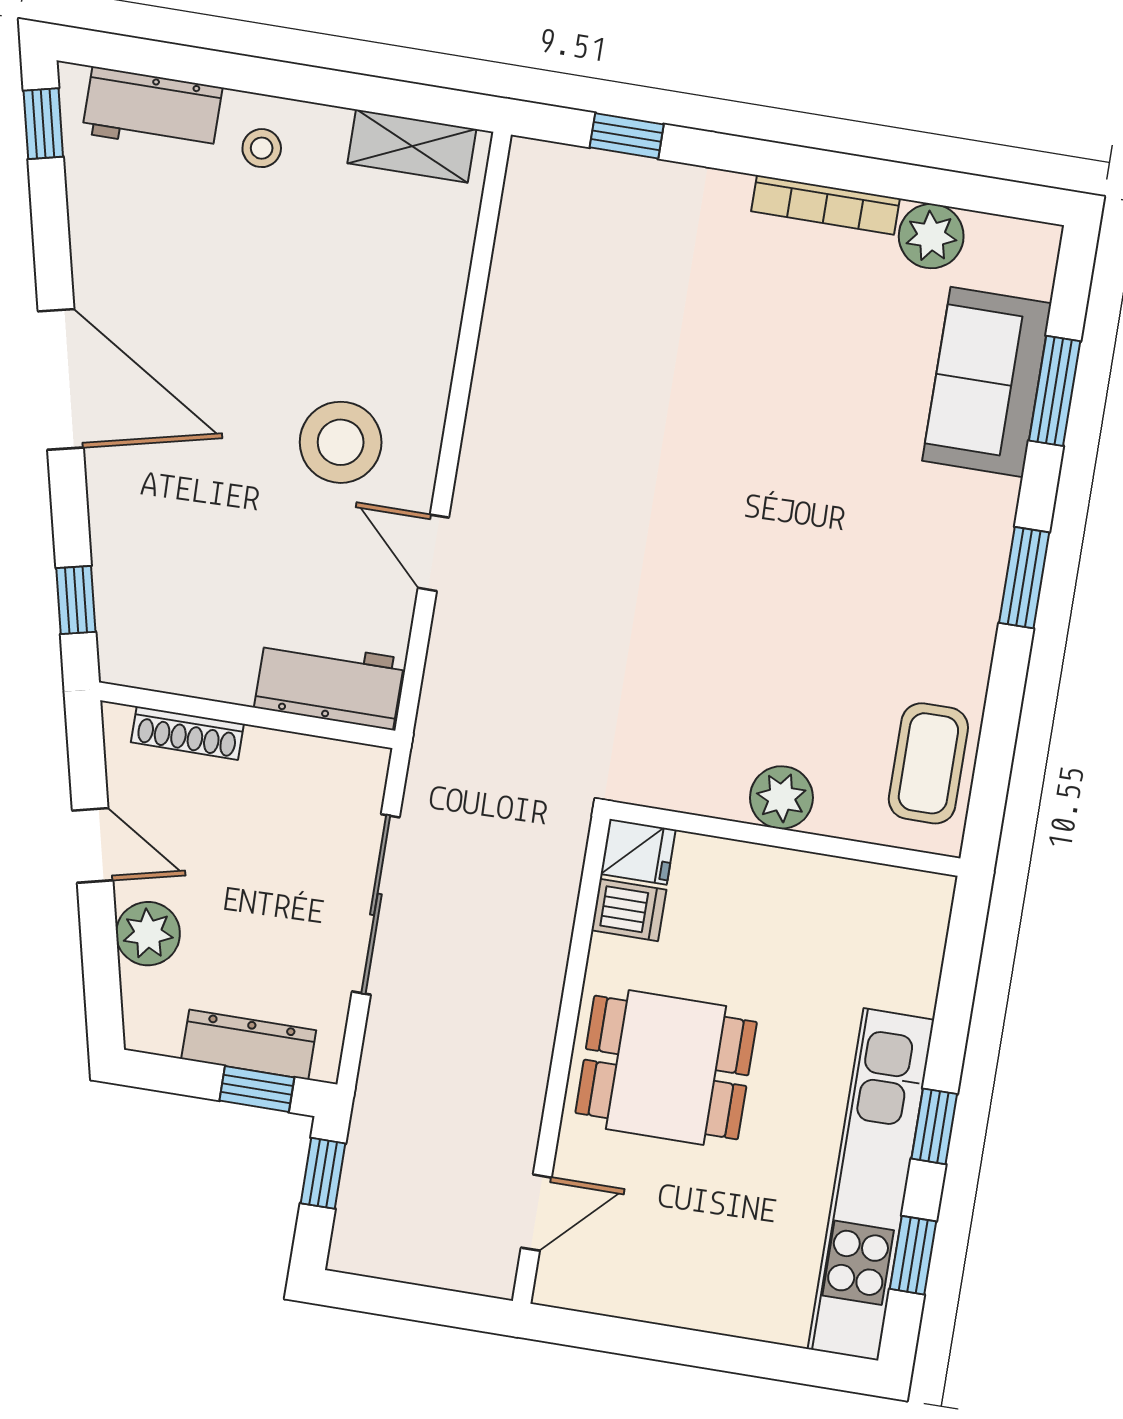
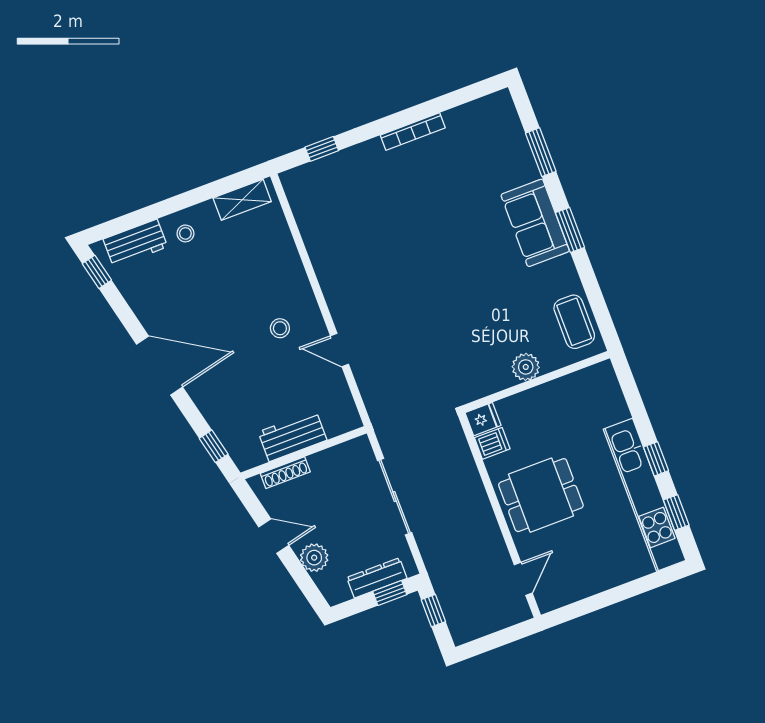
plant: (931, 236) -> (460, 120), removed
sofa: (987, 382) -> (535, 223), moved
stool: (341, 442) -> (280, 328), width x0.53, depth x0.53
workbench: (329, 683) -> (292, 436), moved

